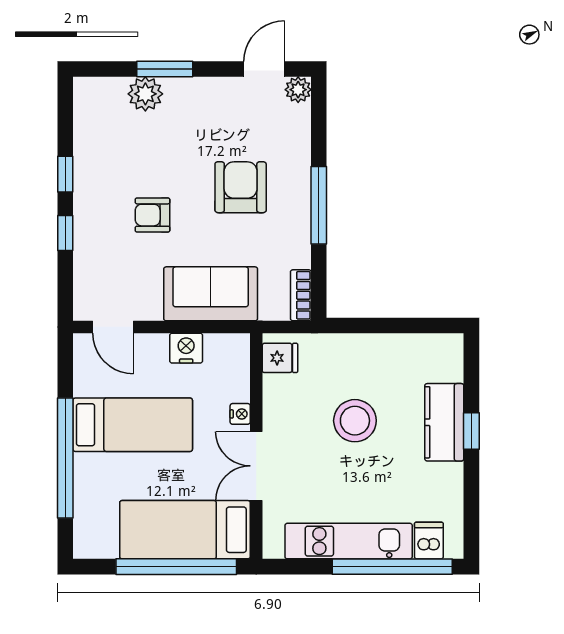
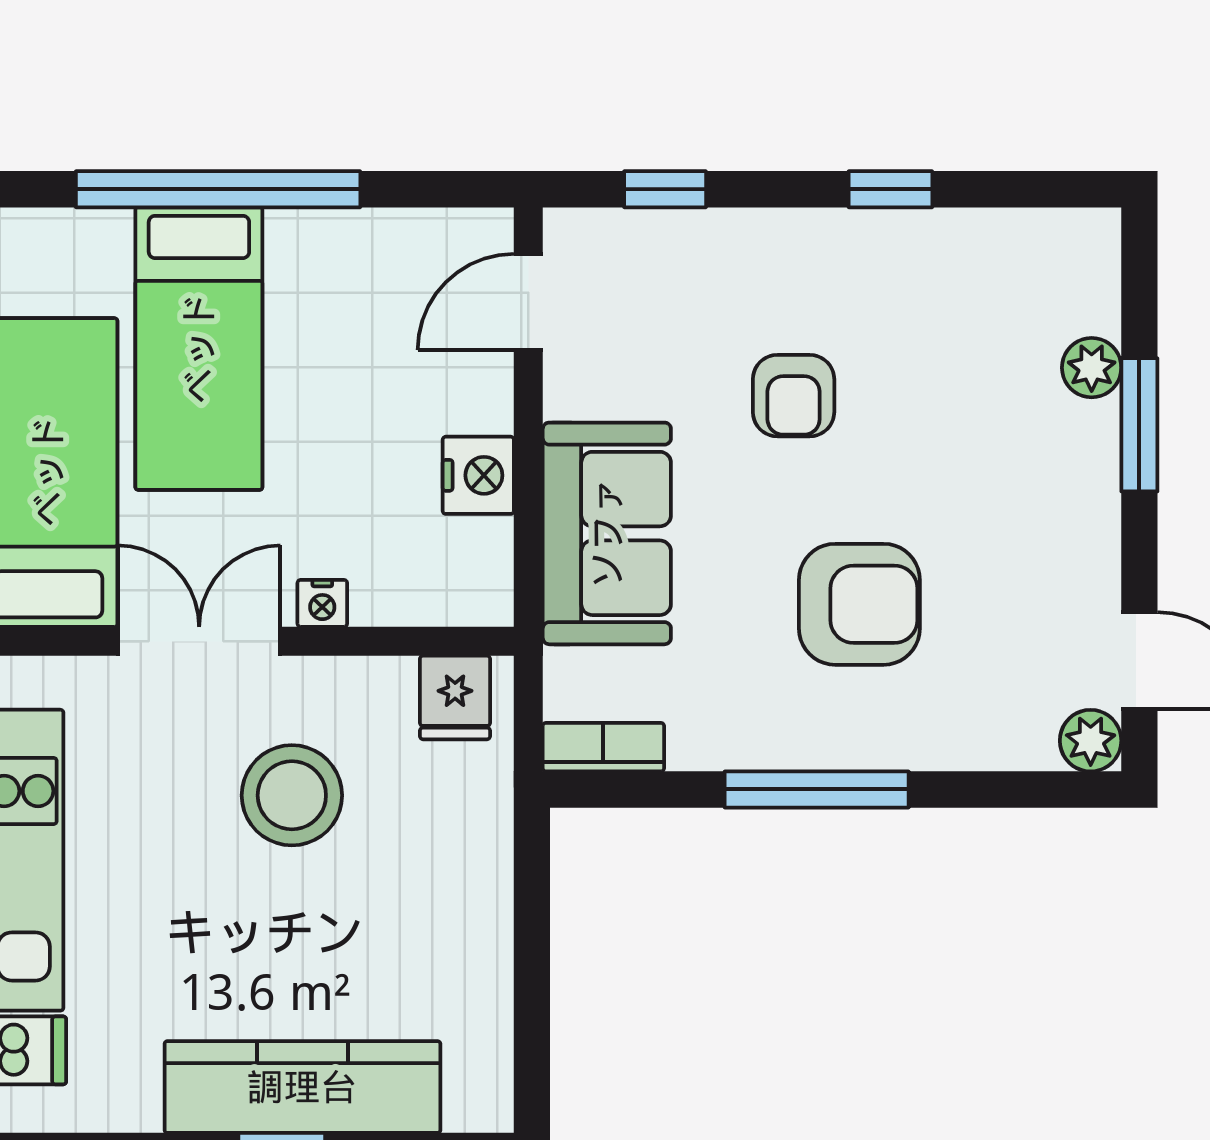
plant: (145, 94) -> (1092, 368), width x0.73, depth x0.73
armchair: (152, 215) -> (794, 396), turned 180
window: (65, 233) -> (665, 189), moved
stool: (355, 421) -> (292, 795), moved
kitchen counter: (444, 422) -> (302, 1087), width x1.50
bed: (133, 425) -> (199, 349), moved

